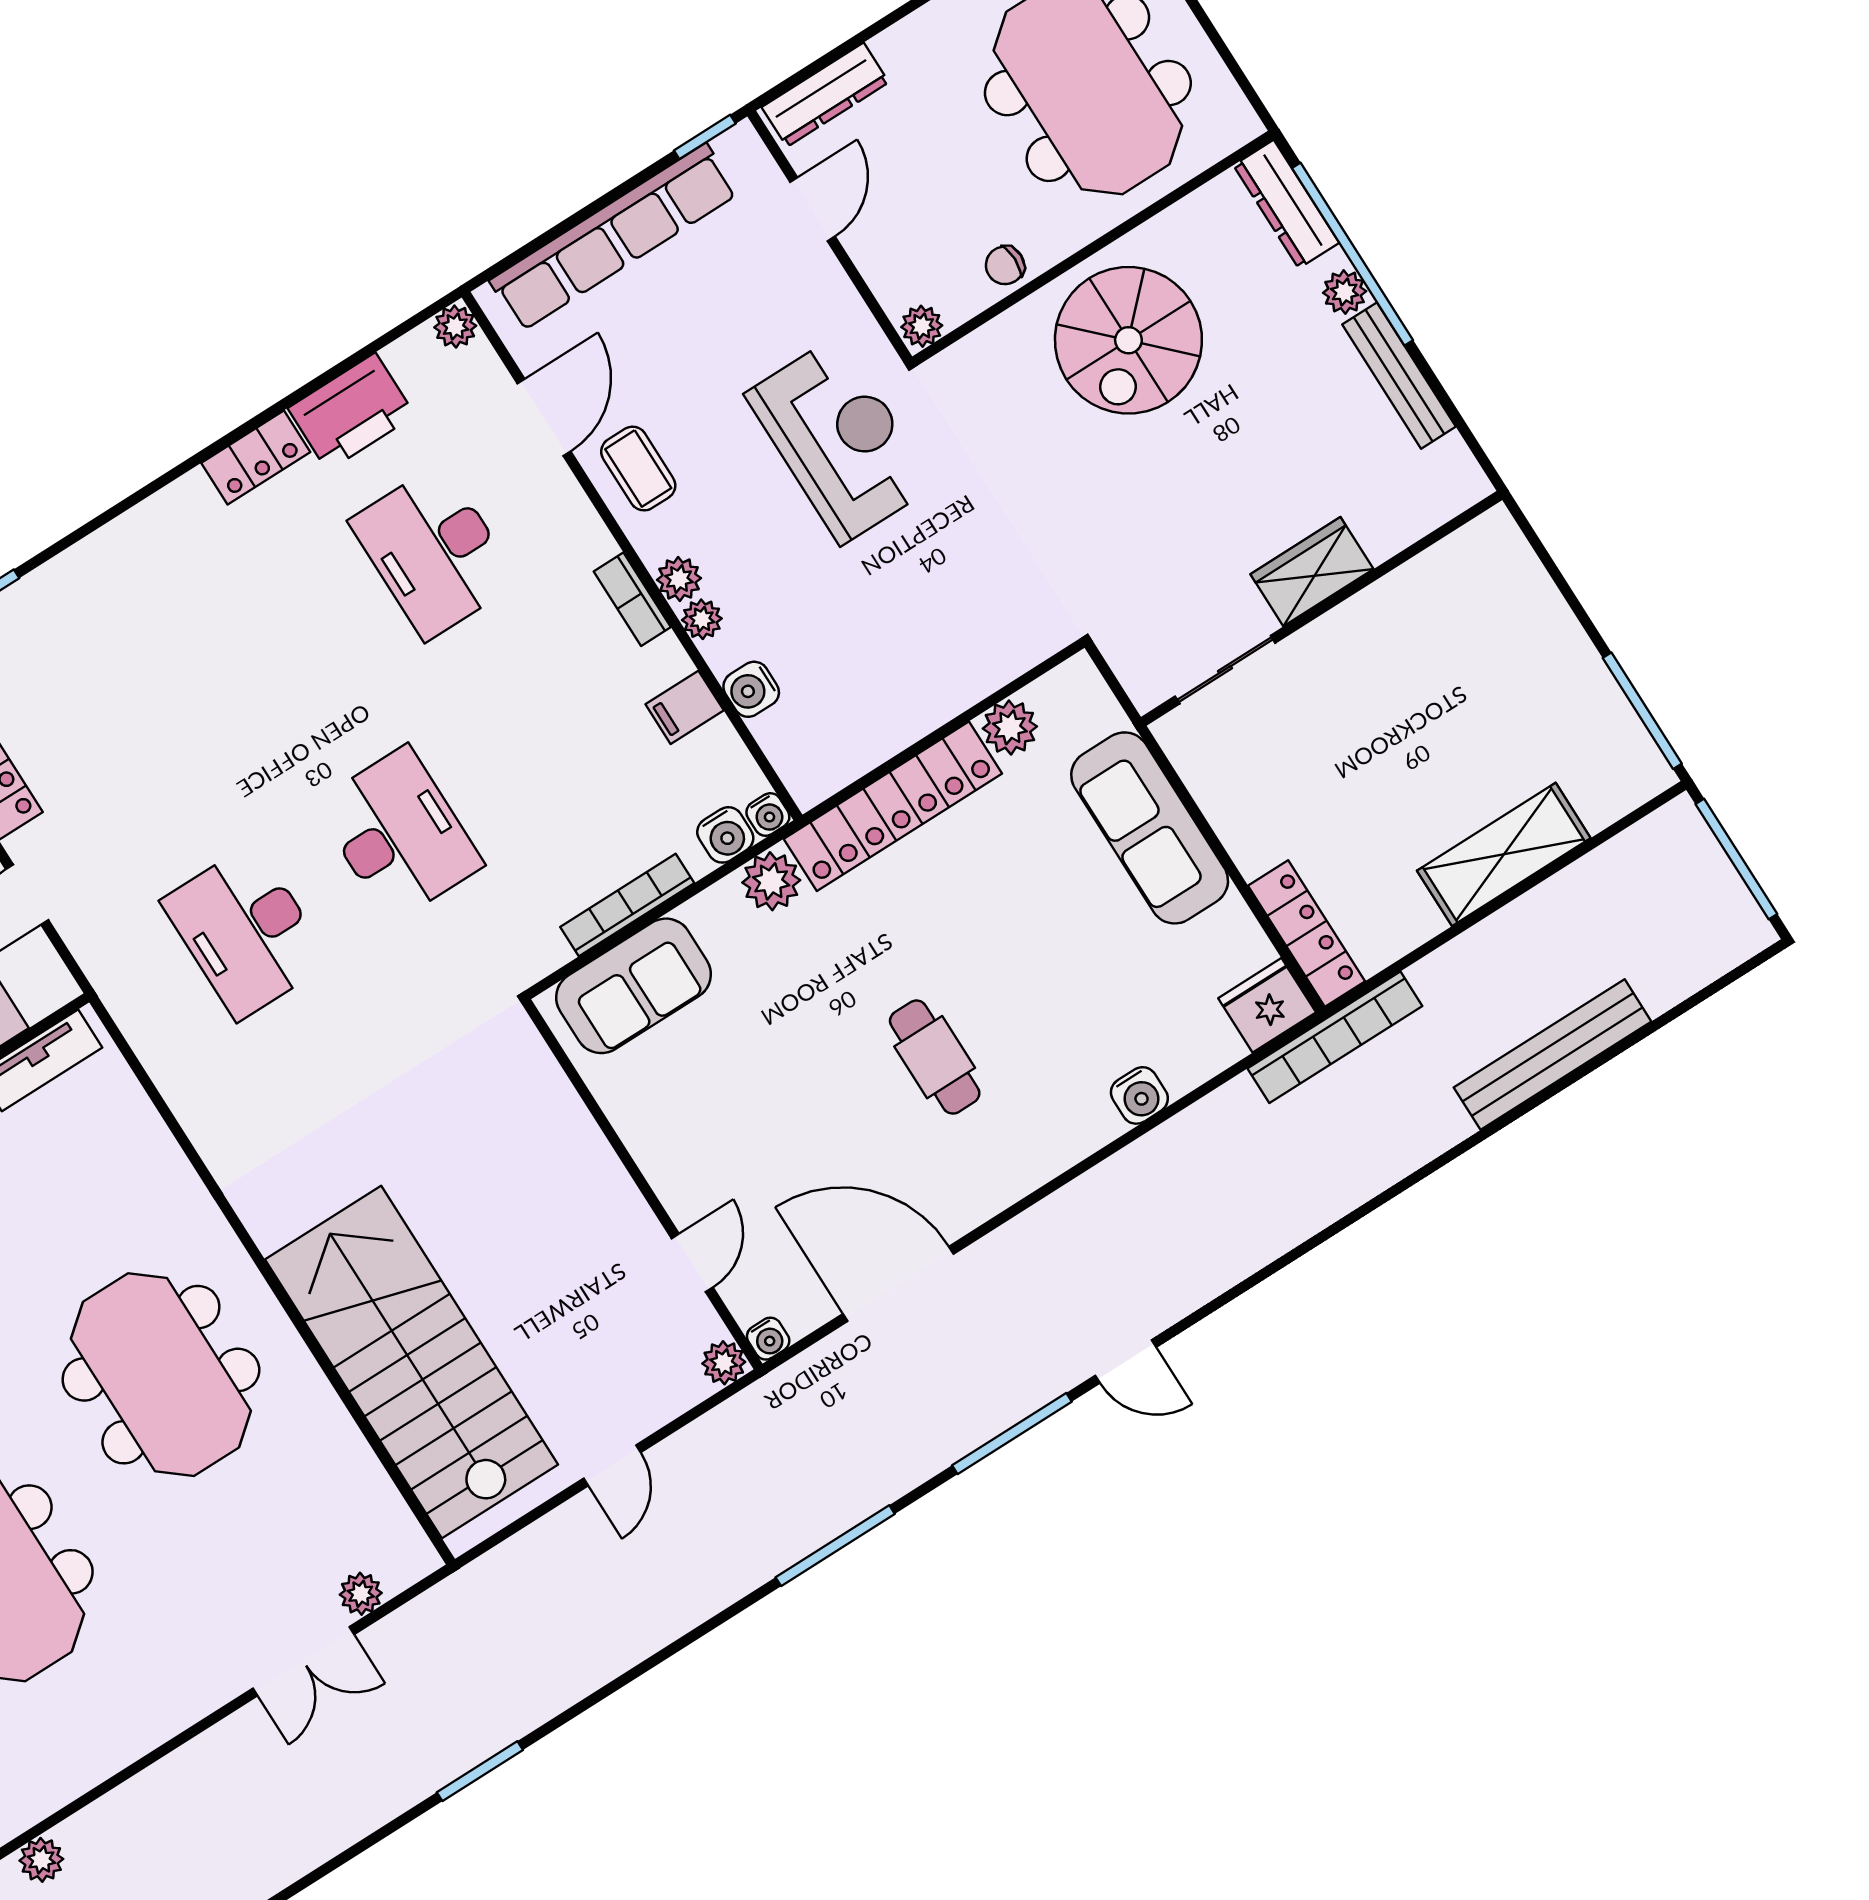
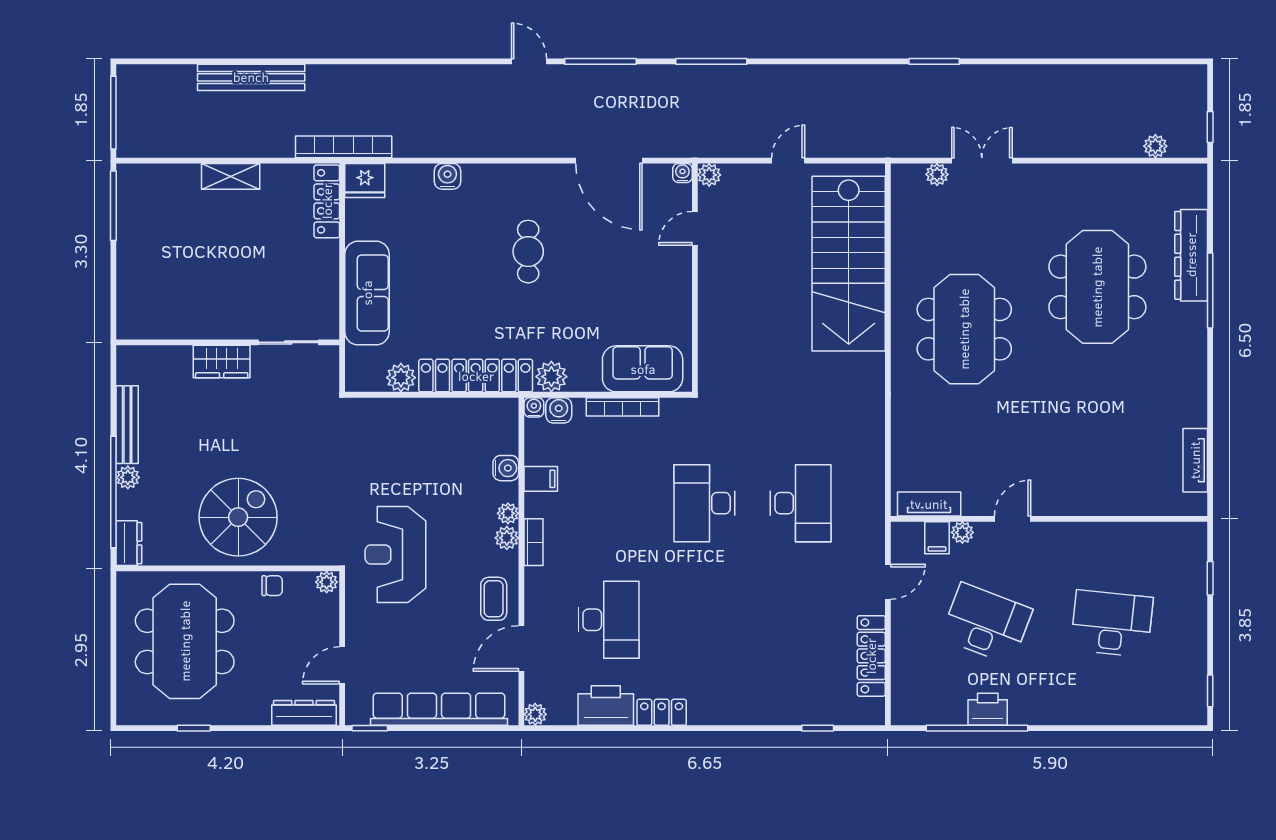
dresser: (1286, 204) -> (129, 543), width x0.70
shelving: (1504, 854) -> (231, 176), width x0.67, depth x0.75

